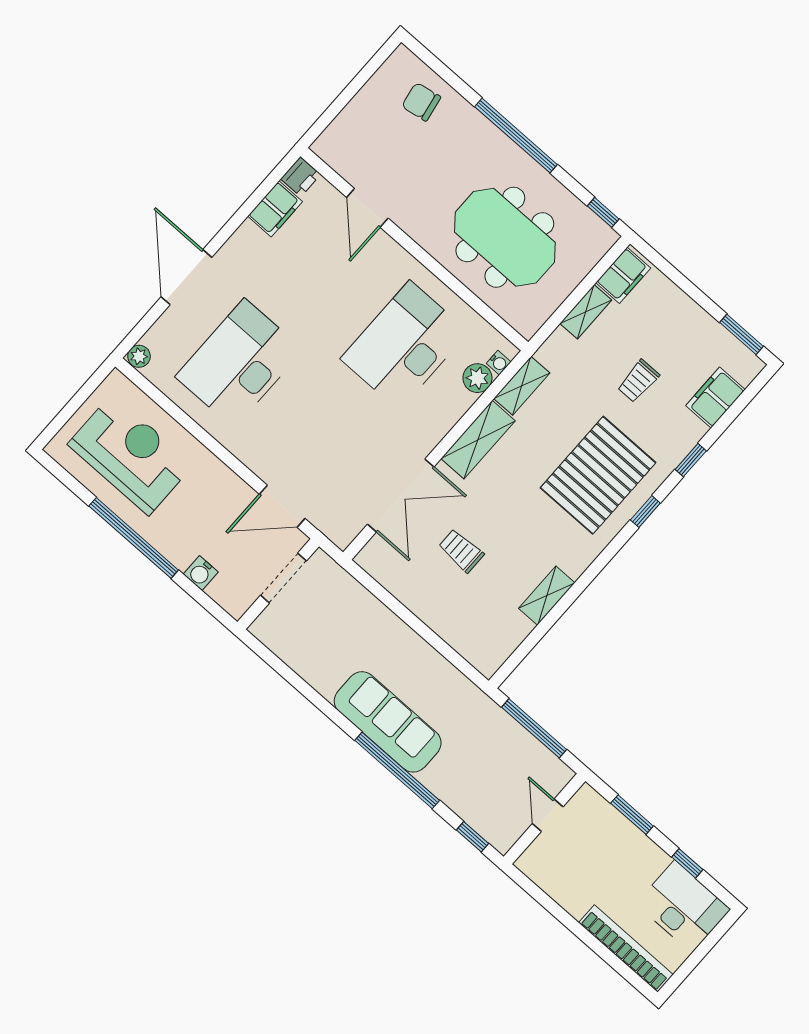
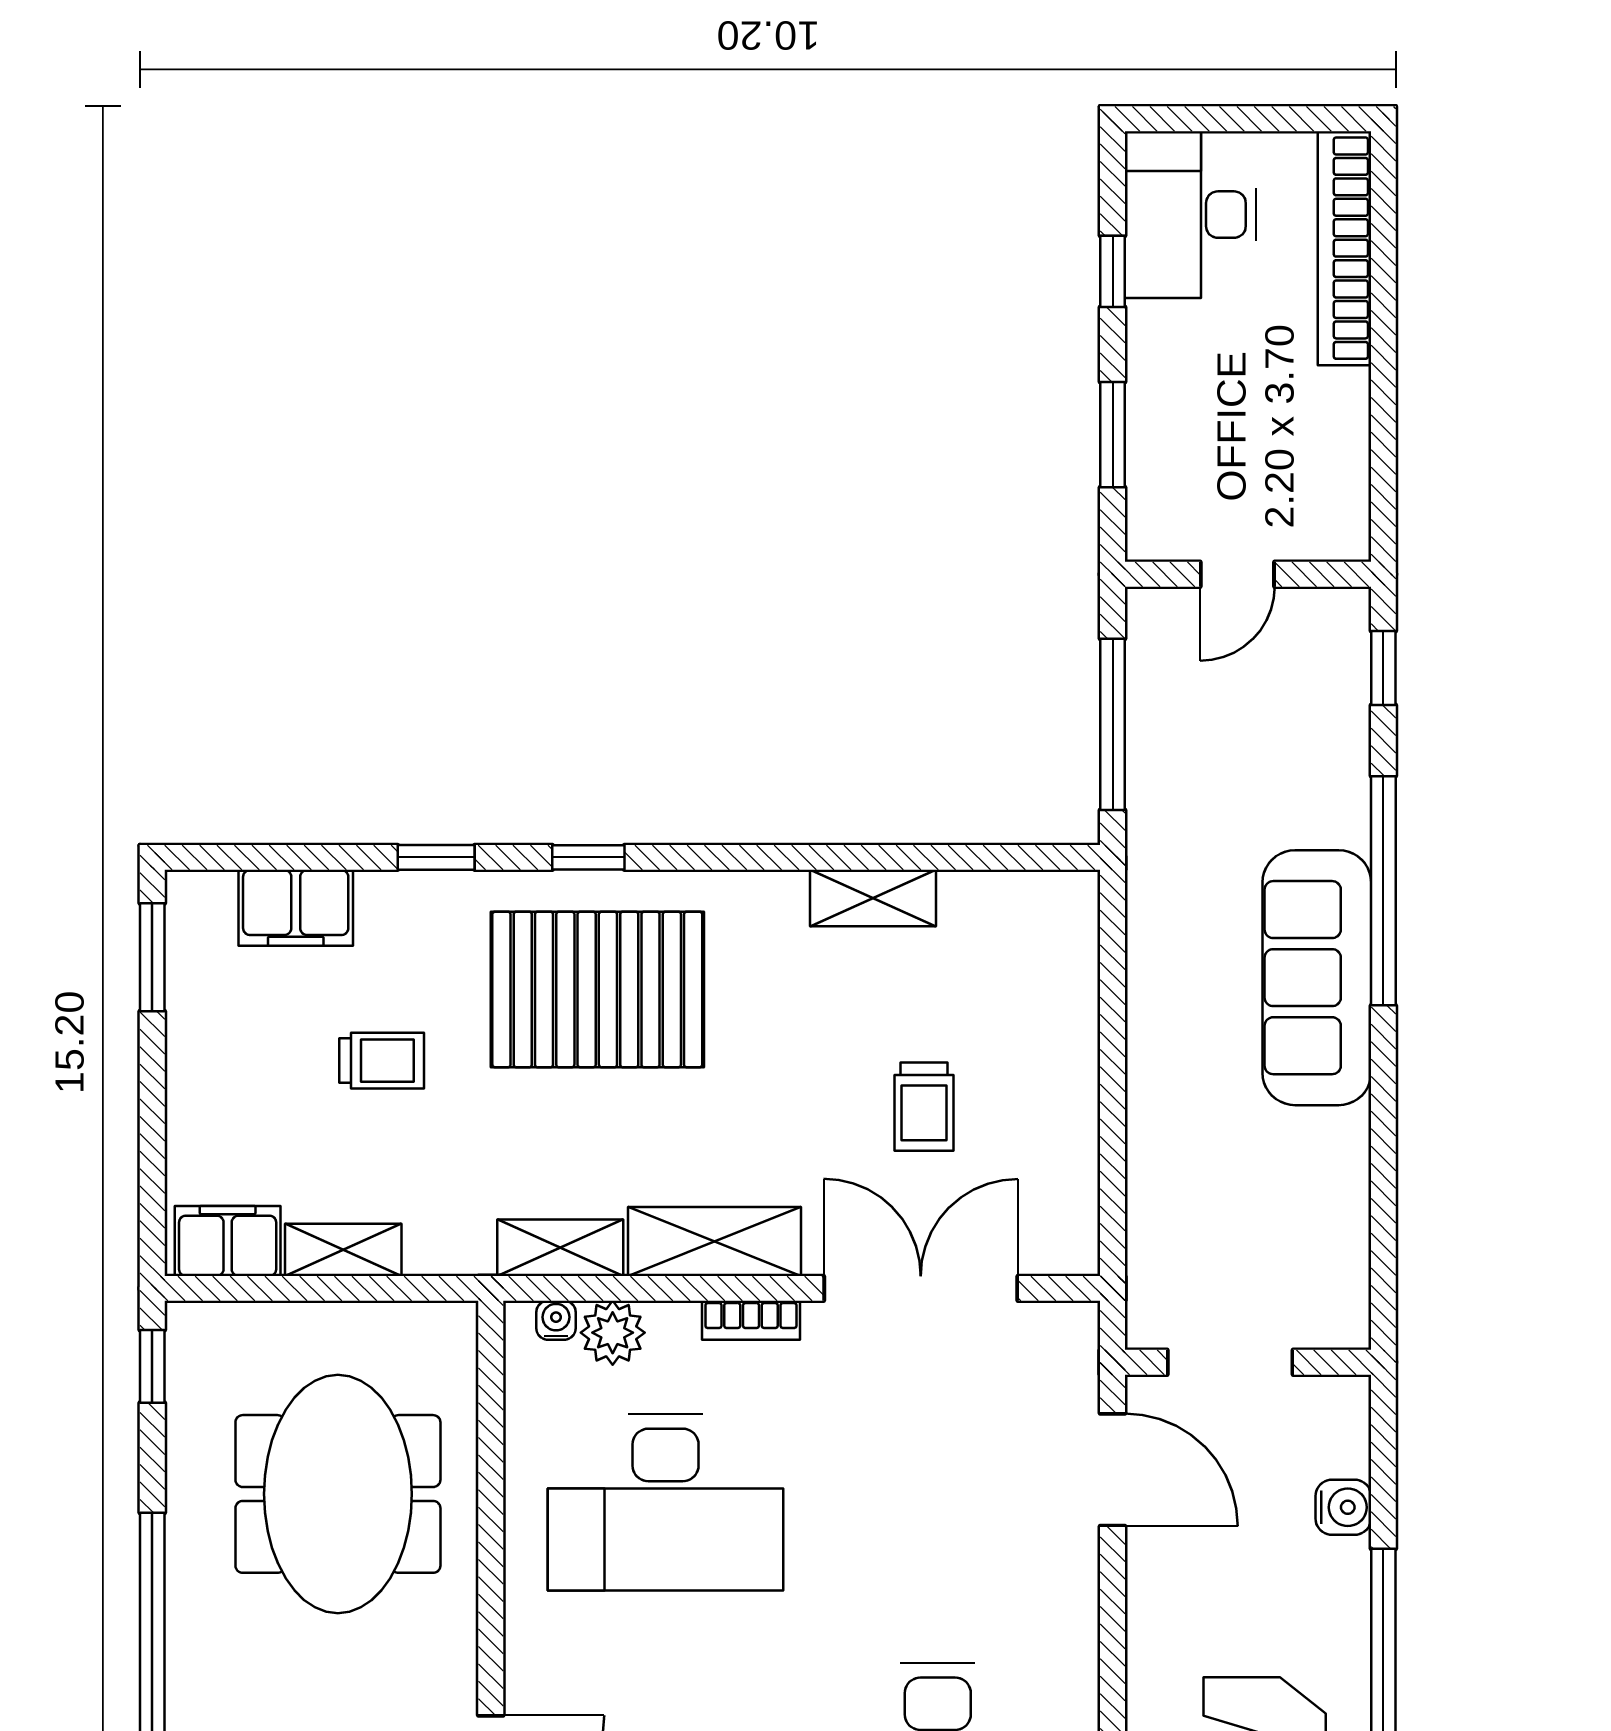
bookcase: (440, 429) -> (751, 1320), added

